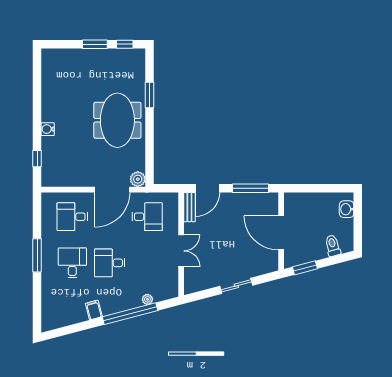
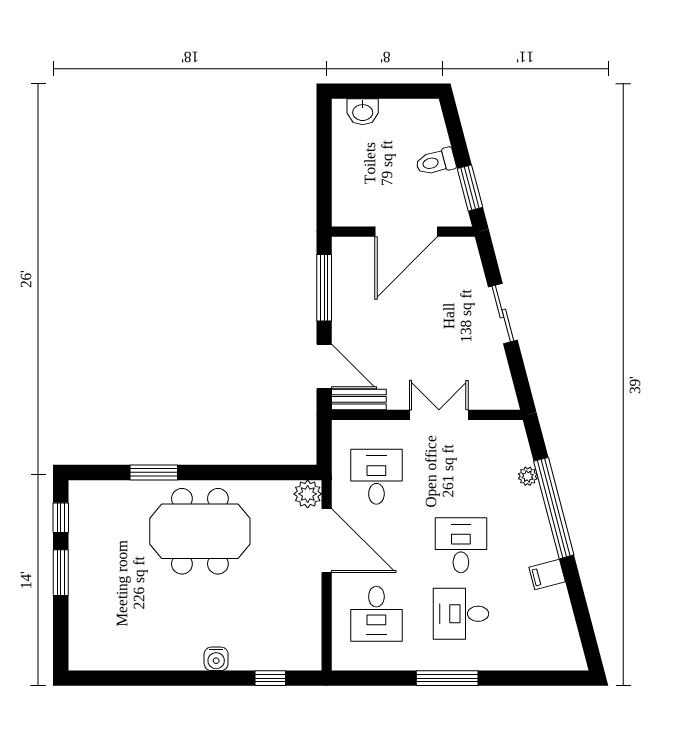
toilet: (333, 246) -> (436, 162), moved
desk: (110, 263) -> (461, 545), turned 180

